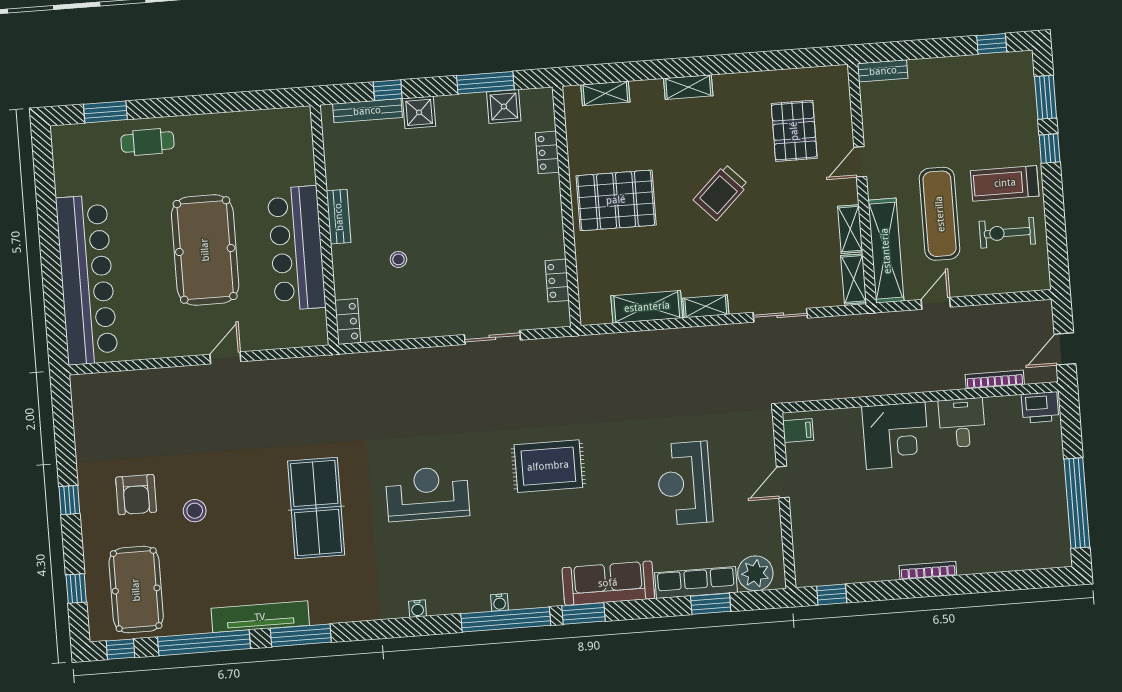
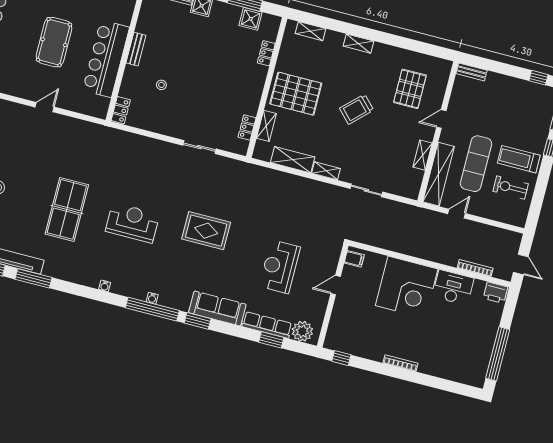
pool table: (205, 250) -> (54, 42), width x0.73, depth x0.76
shelving: (854, 279) -> (266, 126), moved
door: (1065, 349) -> (521, 264), swing flipped
desk: (962, 423) -> (453, 287), width x1.37
corner desk: (896, 436) -> (407, 287), width x1.36, depth x1.36

